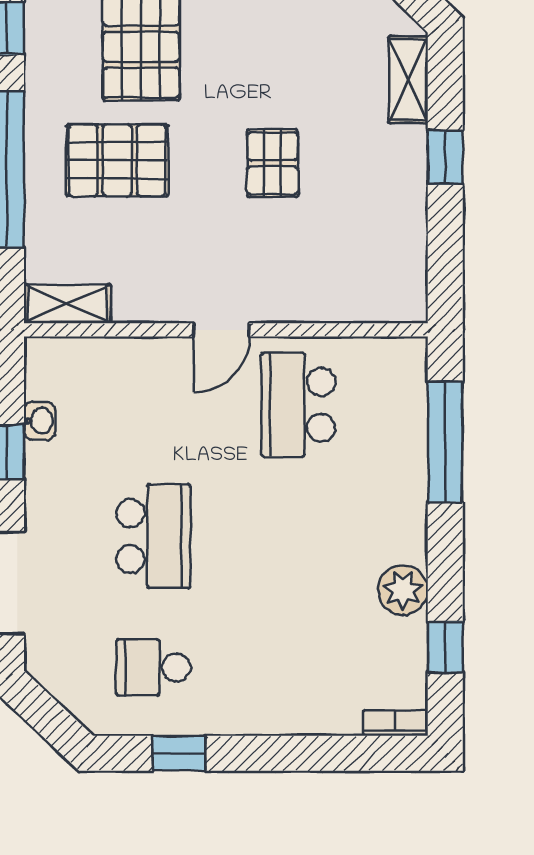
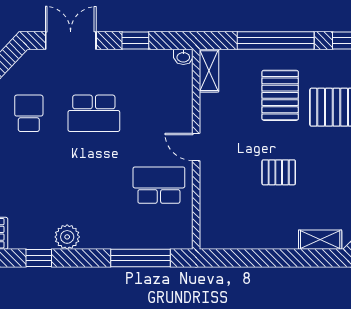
window: (445, 157) -> (282, 258), removed
washbasin: (40, 421) -> (183, 57), moved

